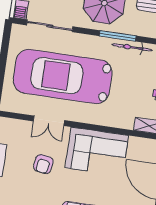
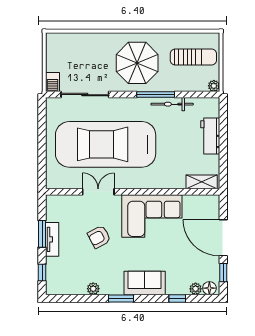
double door: (49, 121) -> (98, 192), swing flipped
armchair: (43, 164) -> (99, 237), turned 53

